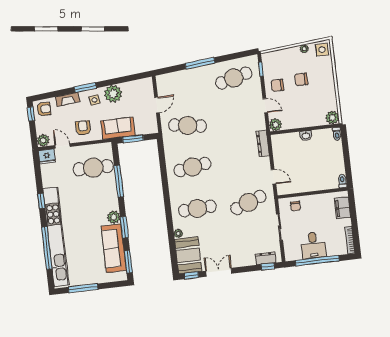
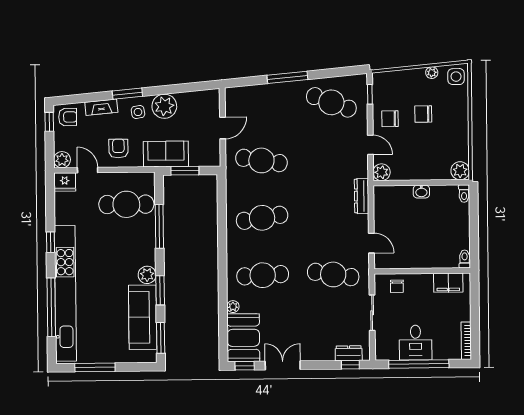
cafe table: (234, 78) -> (331, 102), turned 36
cafe table: (248, 202) -> (333, 274), turned 30
filing cabinet: (342, 208) -> (448, 283), moved, turned -90

